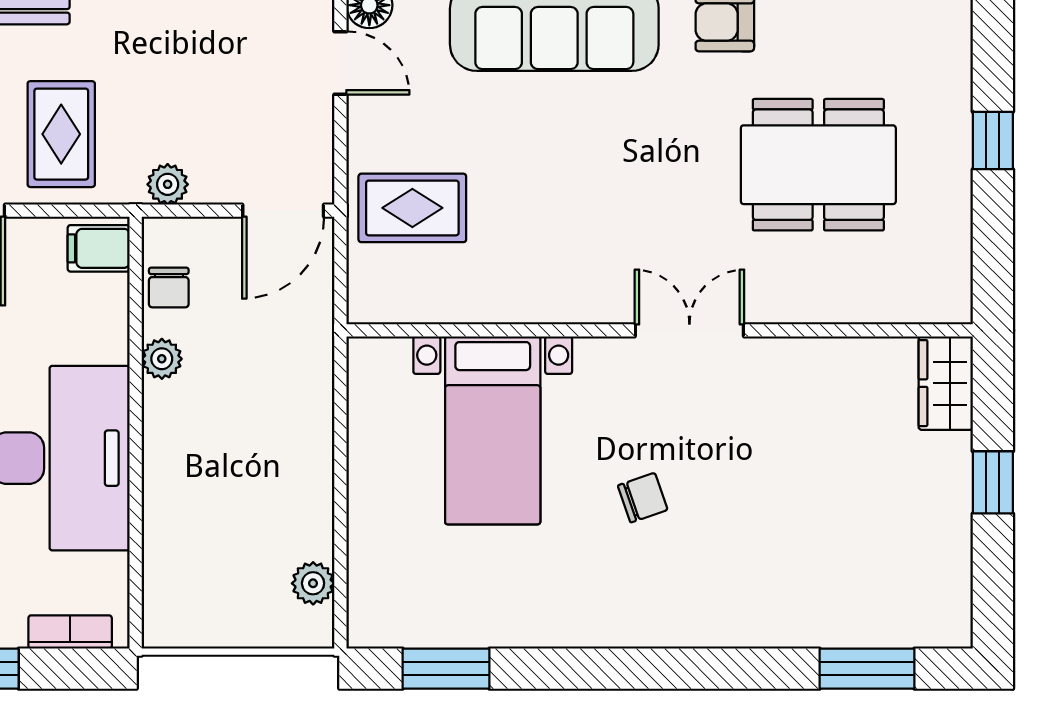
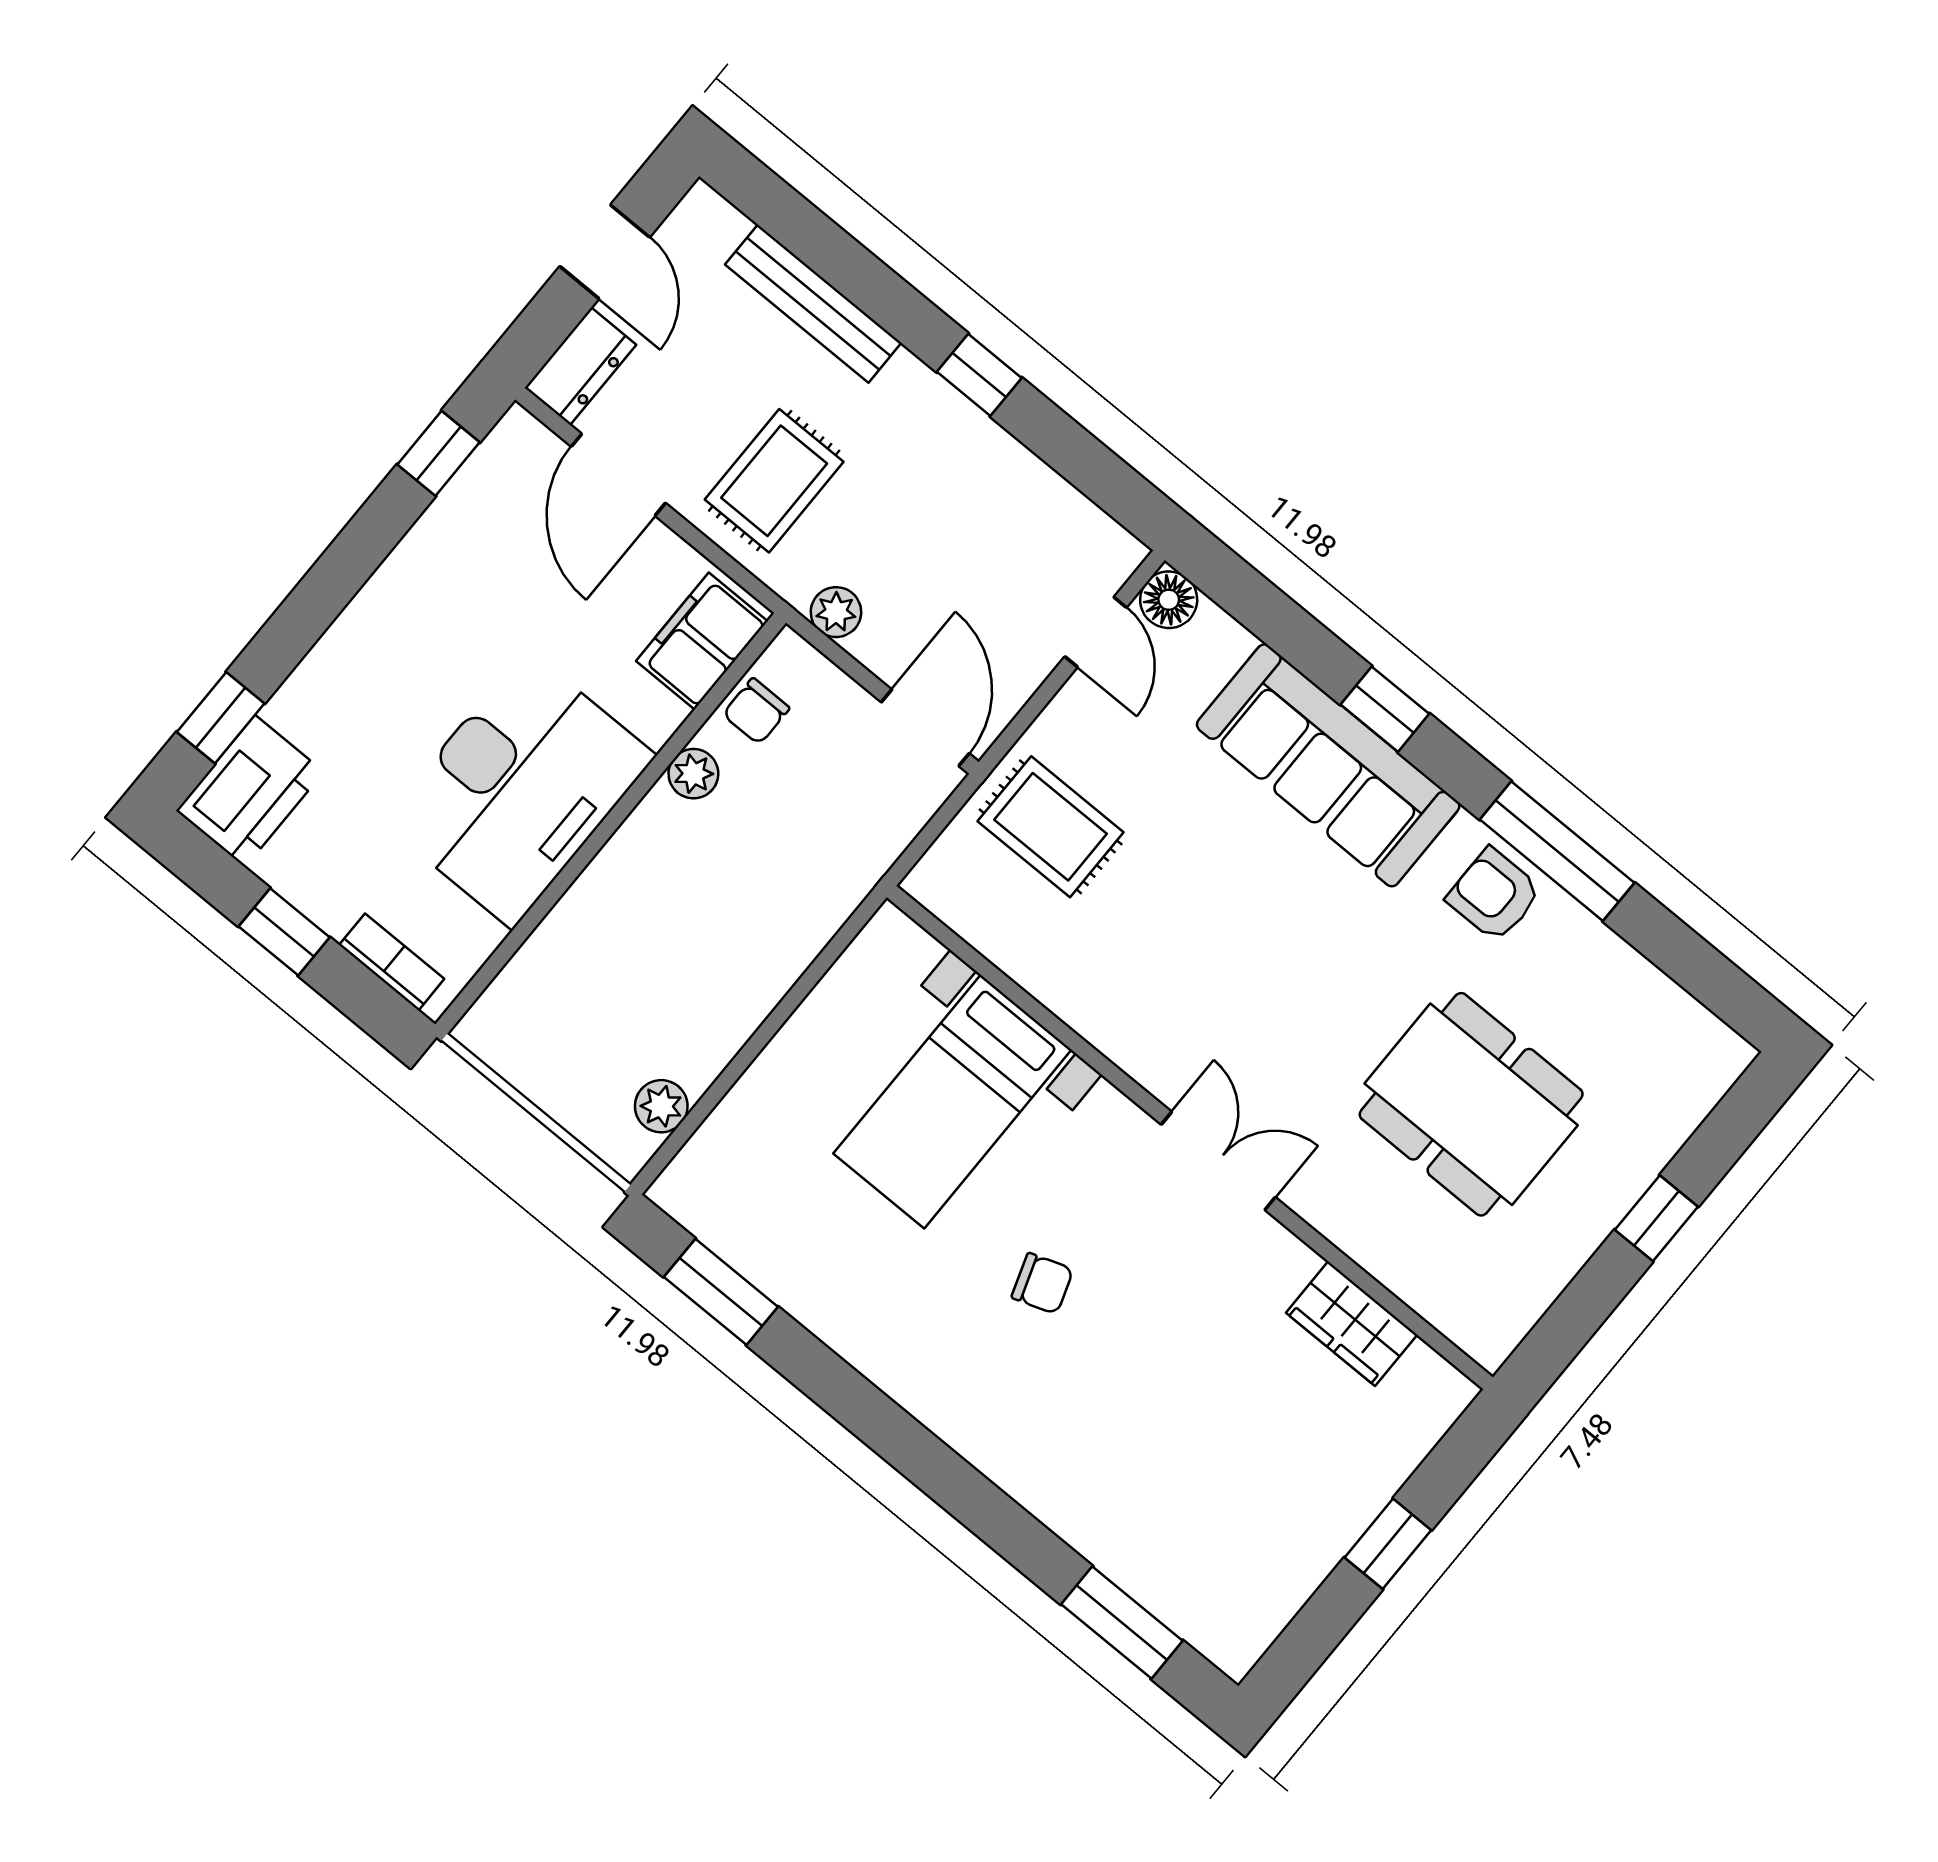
door: (283, 211) -> (925, 728), swing flipped
filing cabinet: (99, 248) -> (702, 641), width x2.00
wardrobe: (946, 383) -> (1352, 1324), moved, turned -90

